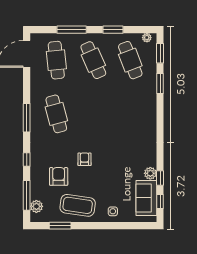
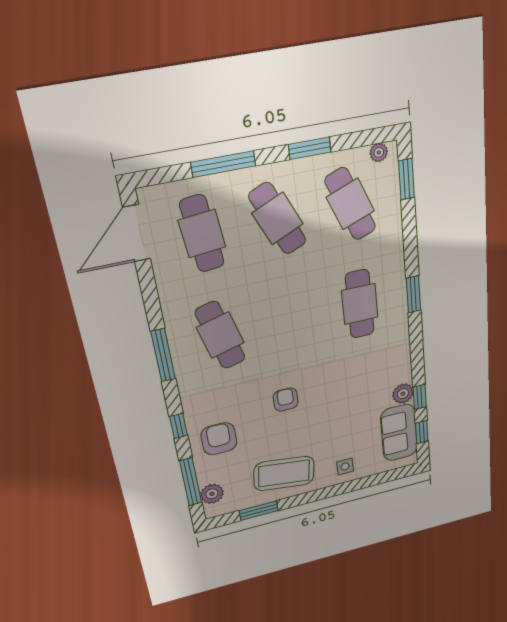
window: (160, 84) -> (413, 294), moved
cafe table: (130, 114) -> (360, 304), added
armchair: (59, 176) -> (219, 439), moved

